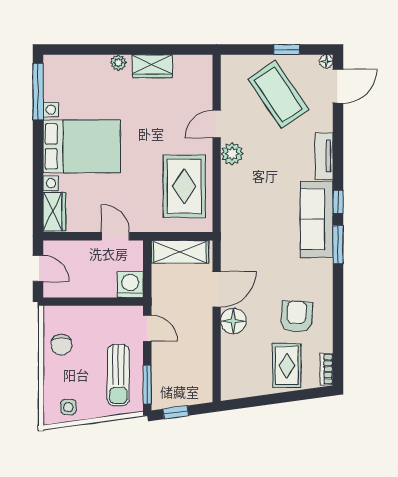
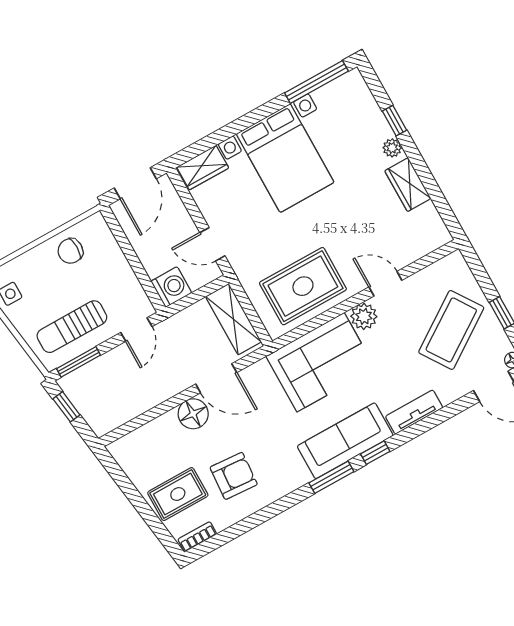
window: (99, 50) -> (395, 121), added
corner sofa: (248, 205) -> (321, 362), added
door: (115, 236) -> (212, 244), swing flipped
door: (38, 268) -> (135, 183), width x1.38

